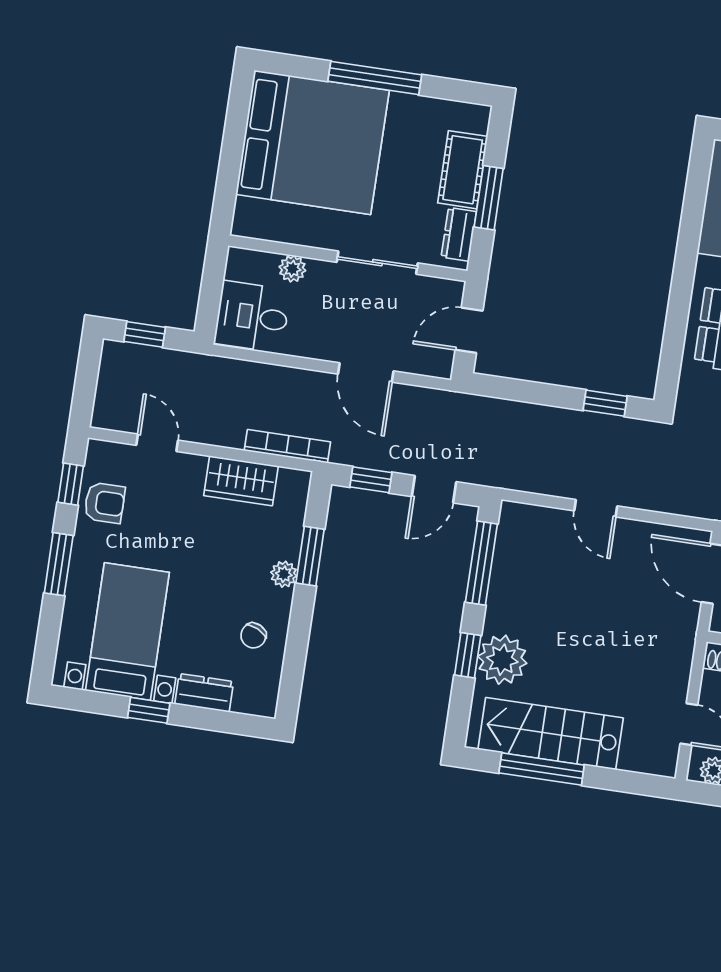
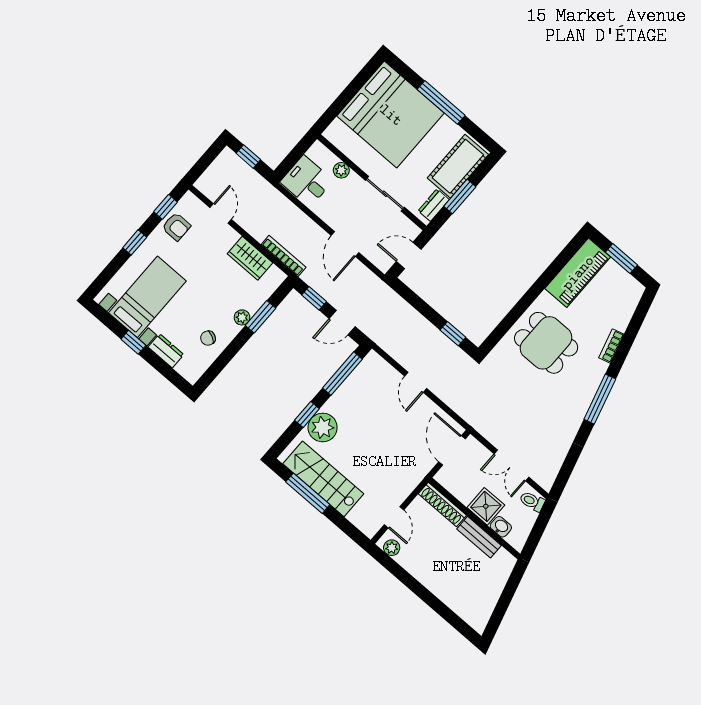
cot: (463, 170) -> (458, 166), width x1.37, depth x1.34
window: (59, 564) -> (135, 242), width x0.67

